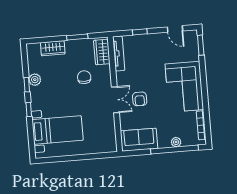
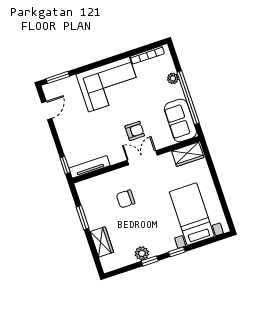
window: (140, 32) -> (65, 165), moved
wardrobe: (102, 52) -> (188, 154), moved
window: (175, 150) -> (188, 98), moved

